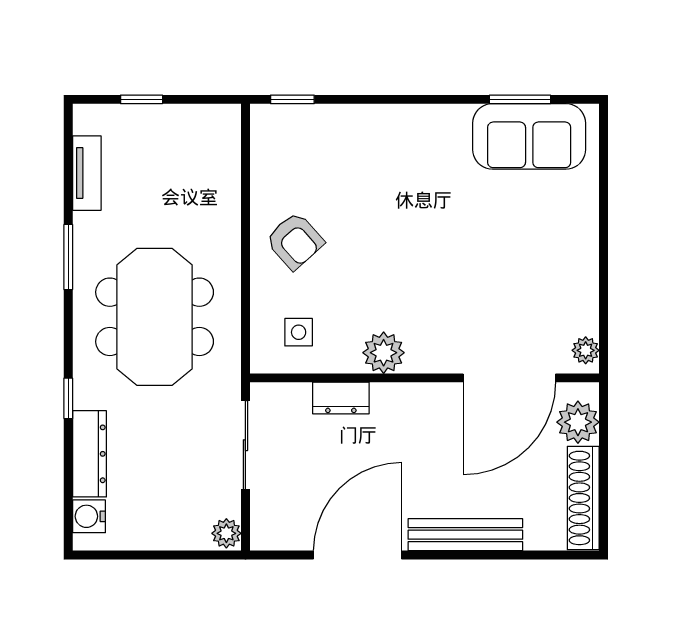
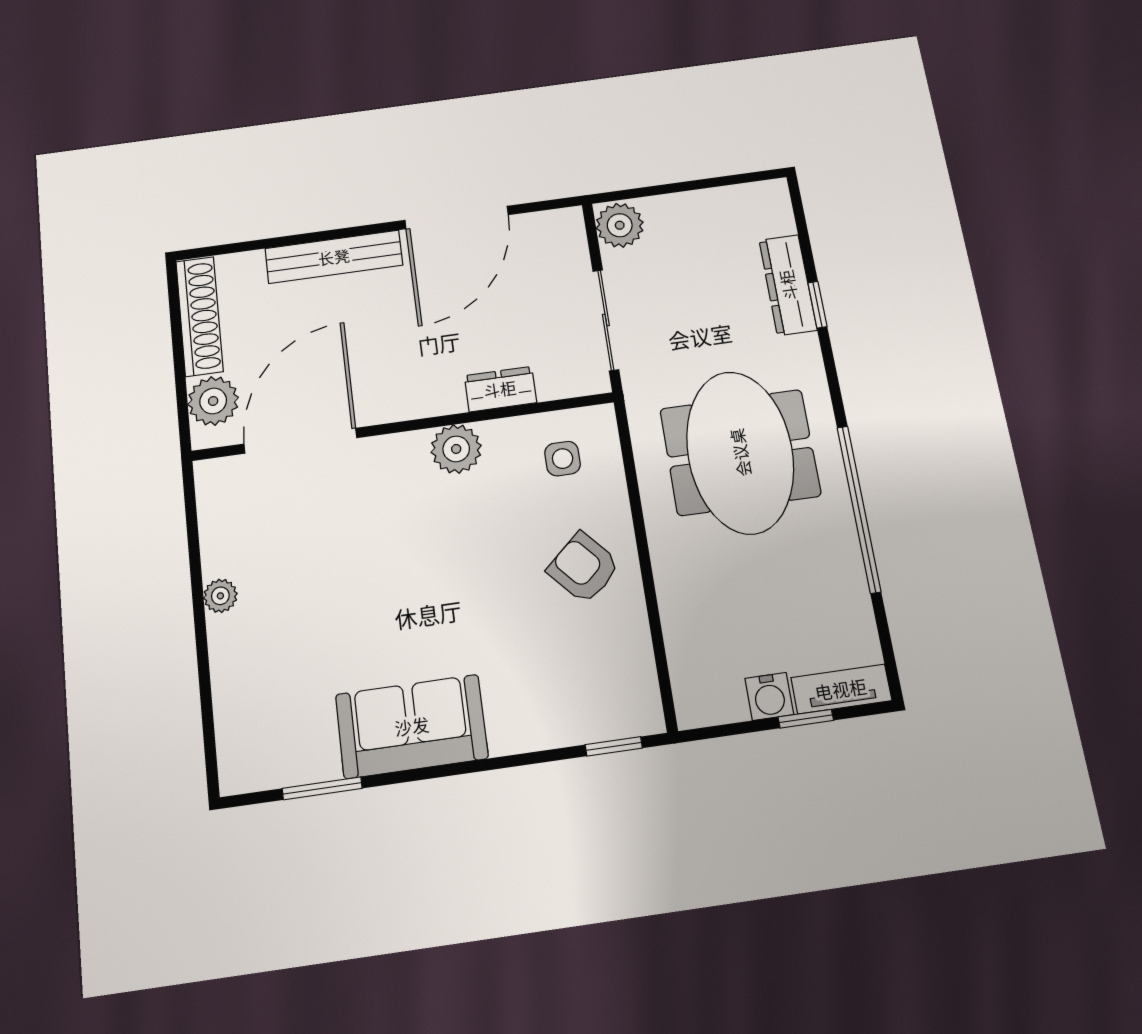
sofa: (529, 136) -> (412, 726), moved
tv unit: (87, 173) -> (841, 689), moved, turned 90
window: (68, 257) -> (859, 509), width x2.11
plant: (586, 350) -> (220, 596), moved
window: (68, 398) -> (817, 305), moved
water cooler: (89, 516) -> (769, 696), moved, turned 90
plant: (226, 533) -> (620, 225), width x1.38, depth x1.38

